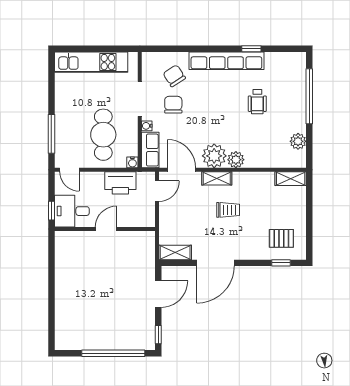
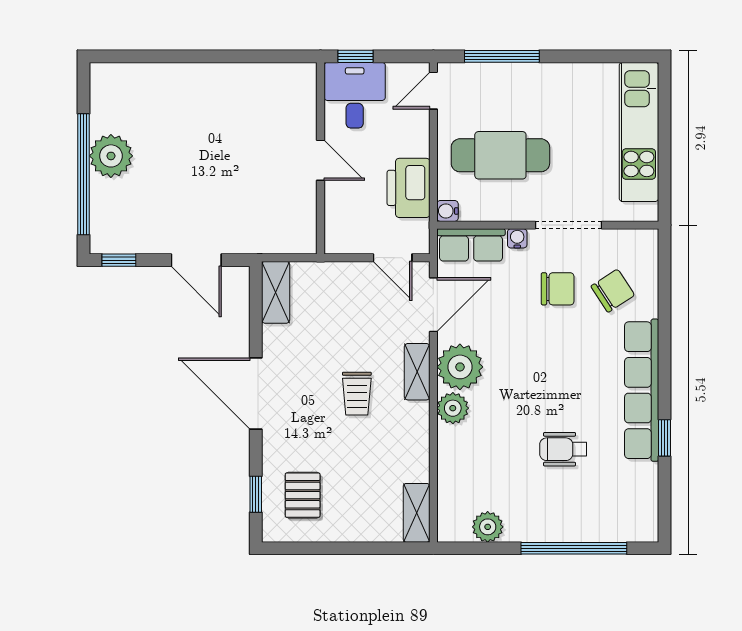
door: (215, 263) -> (256, 394), moved
plant: (104, 339) -> (111, 156), added

